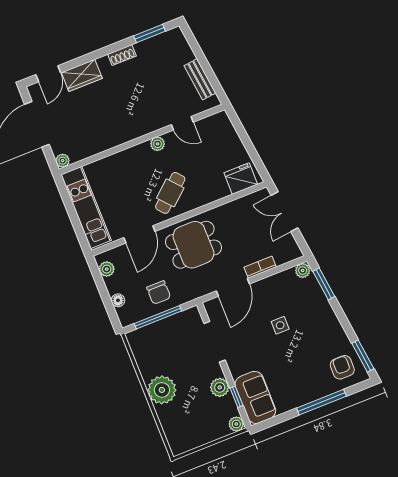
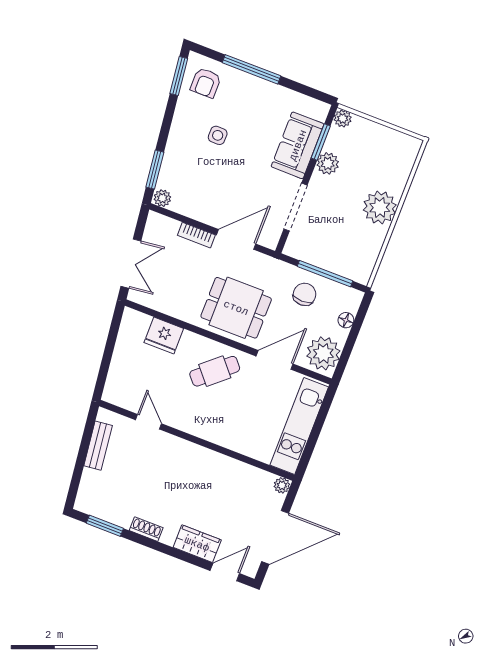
plant: (158, 144) -> (186, 424), removed
fridge: (241, 179) -> (164, 335), moved
plant: (107, 269) -> (323, 353), width x1.87, depth x1.87
side table: (280, 325) -> (218, 135), moved
window: (236, 397) -> (321, 142), width x1.50
sofa: (255, 397) -> (298, 145), moved

